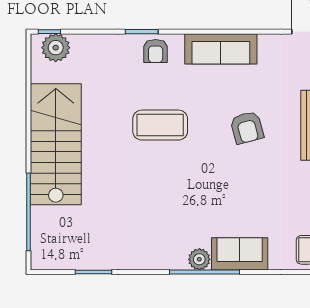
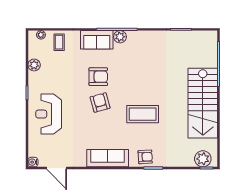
armchair: (156, 51) -> (145, 157), turned 87
armchair: (247, 128) -> (100, 103), moved
armchair: (237, 190) -> (98, 77), added

